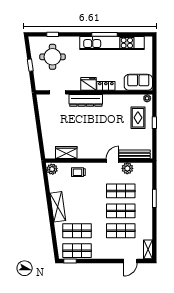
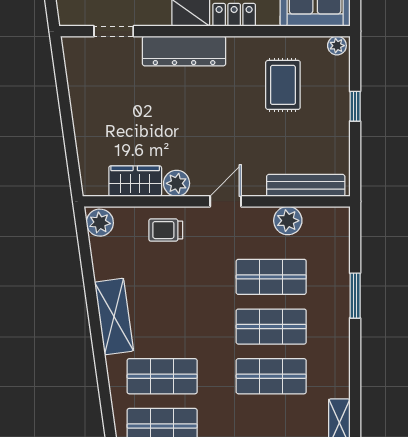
rug: (138, 118) -> (283, 85), moved
plant: (83, 153) -> (177, 183), added
door: (112, 161) -> (226, 201), moved

